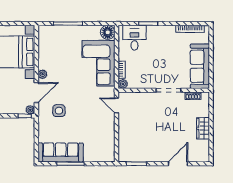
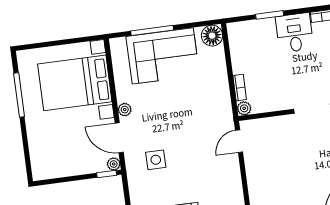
desk: (134, 38) -> (294, 33), moved
corner sofa: (98, 63) -> (163, 56), moved, turned -90
door: (36, 93) -> (119, 138), swing flipped
door: (116, 106) -> (239, 141), hinge flipped

